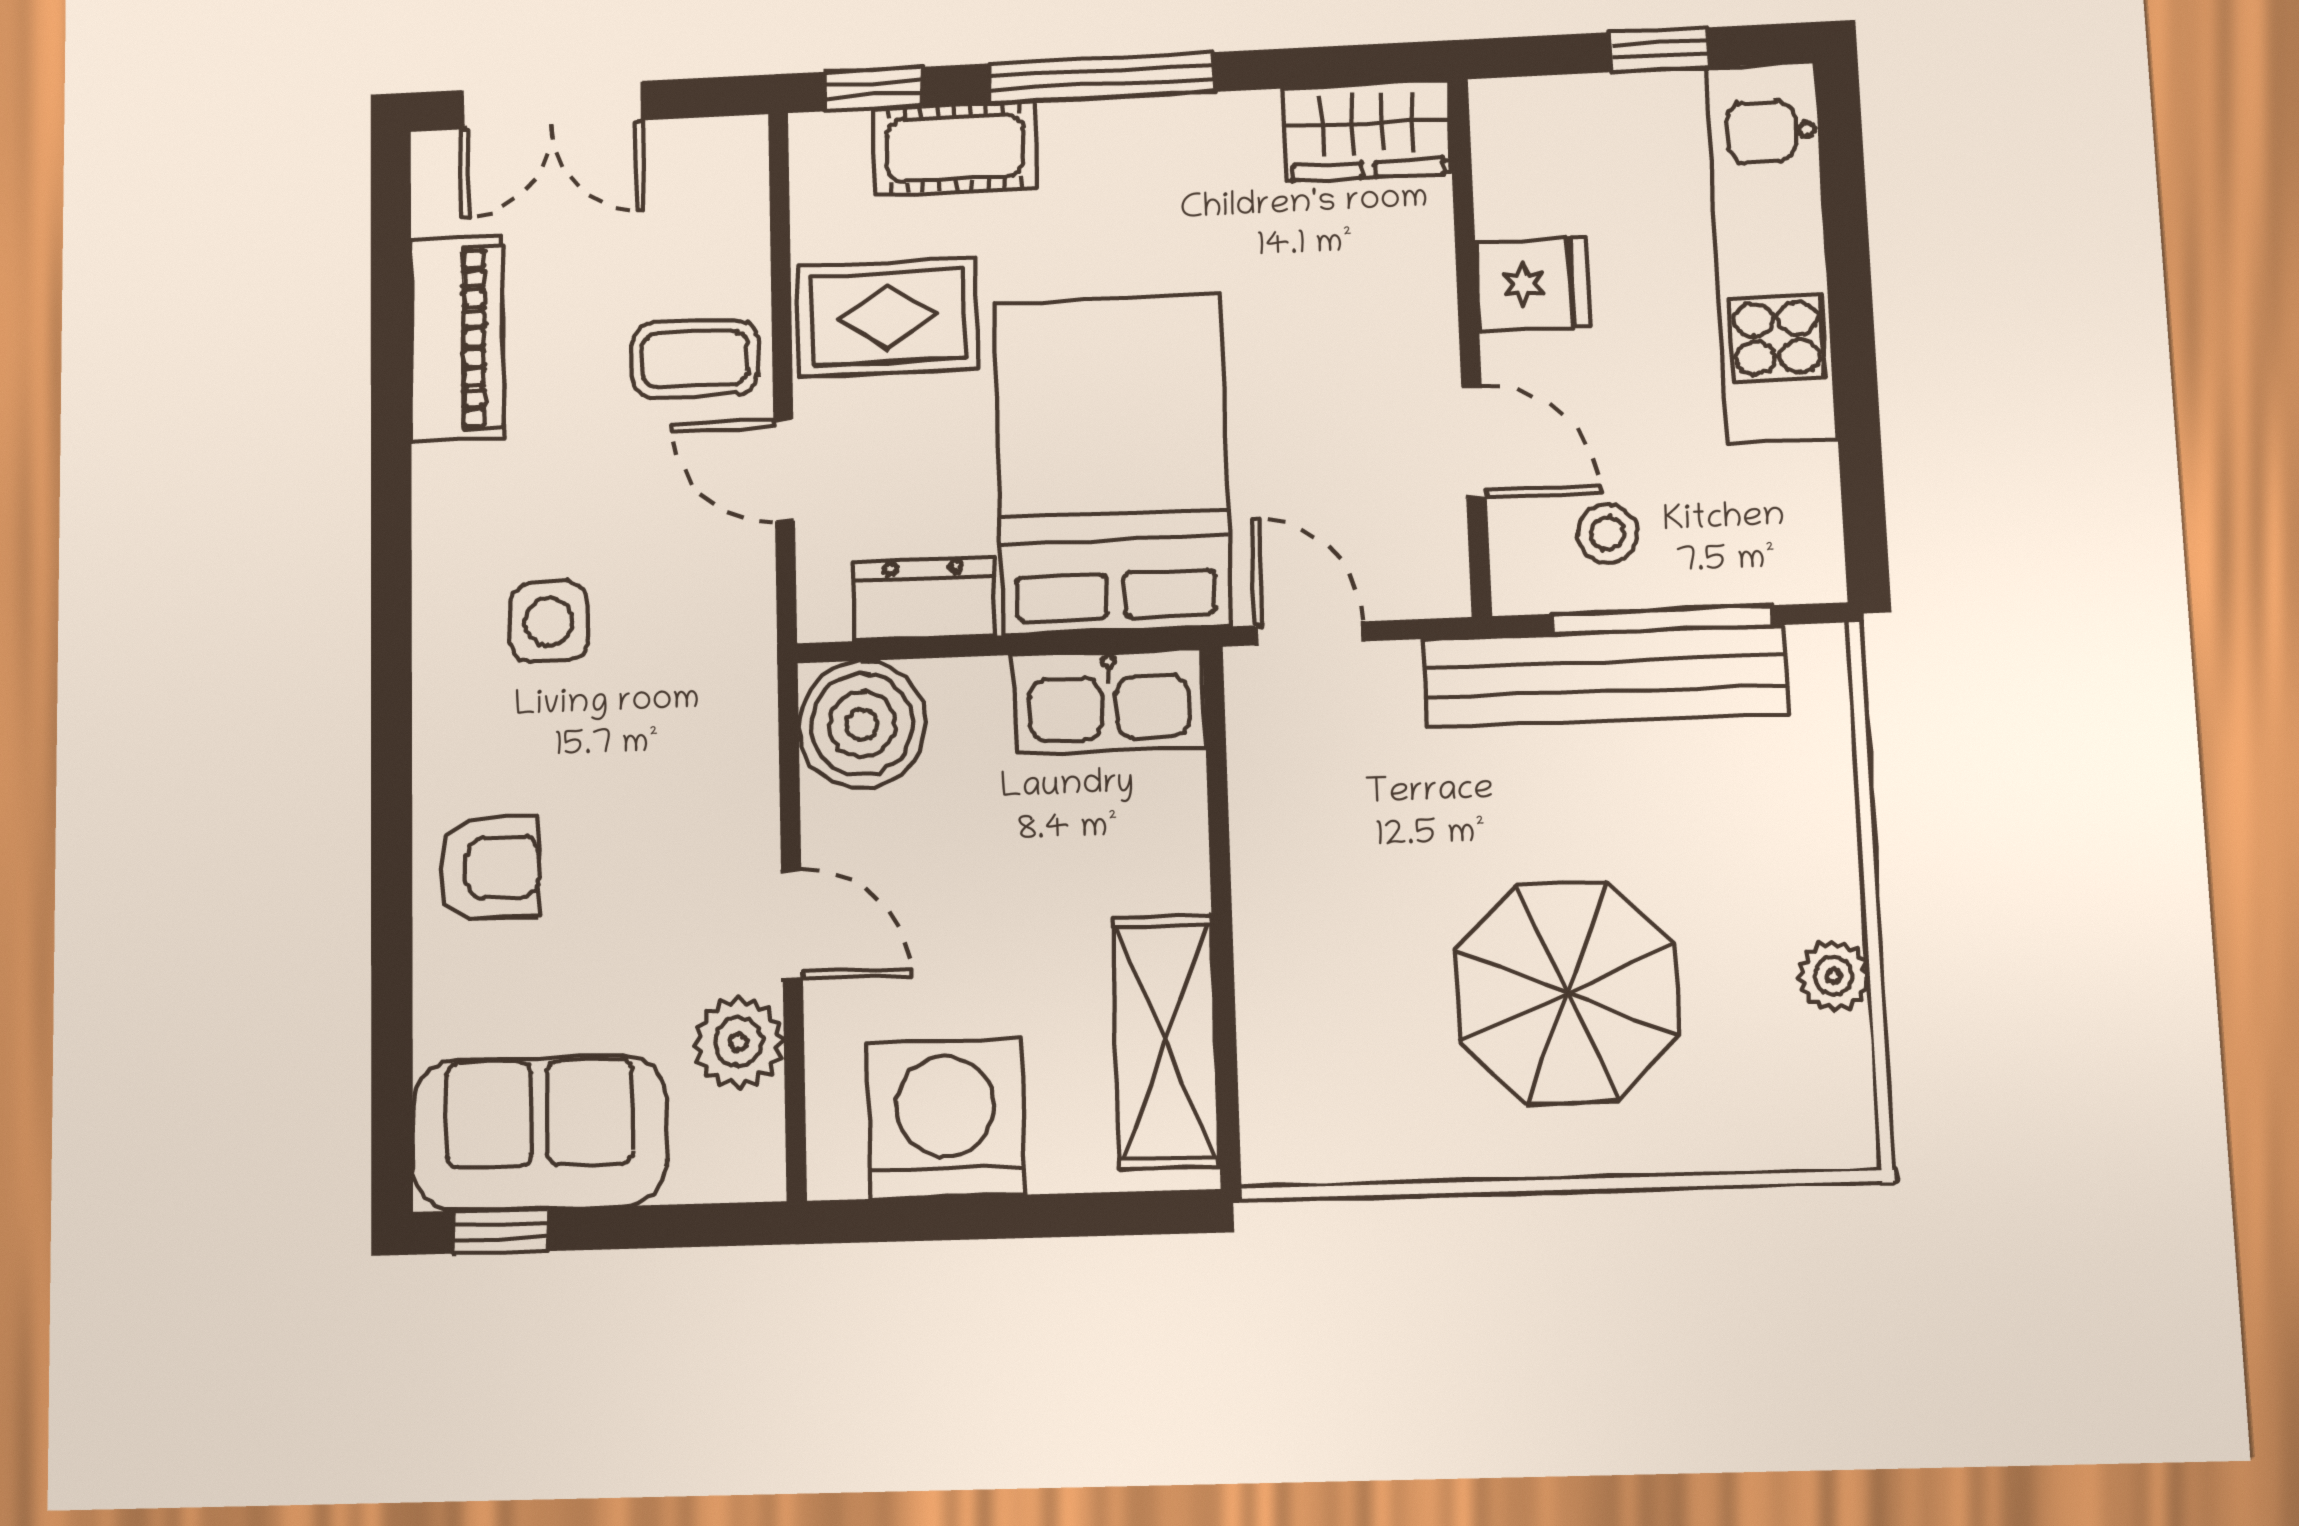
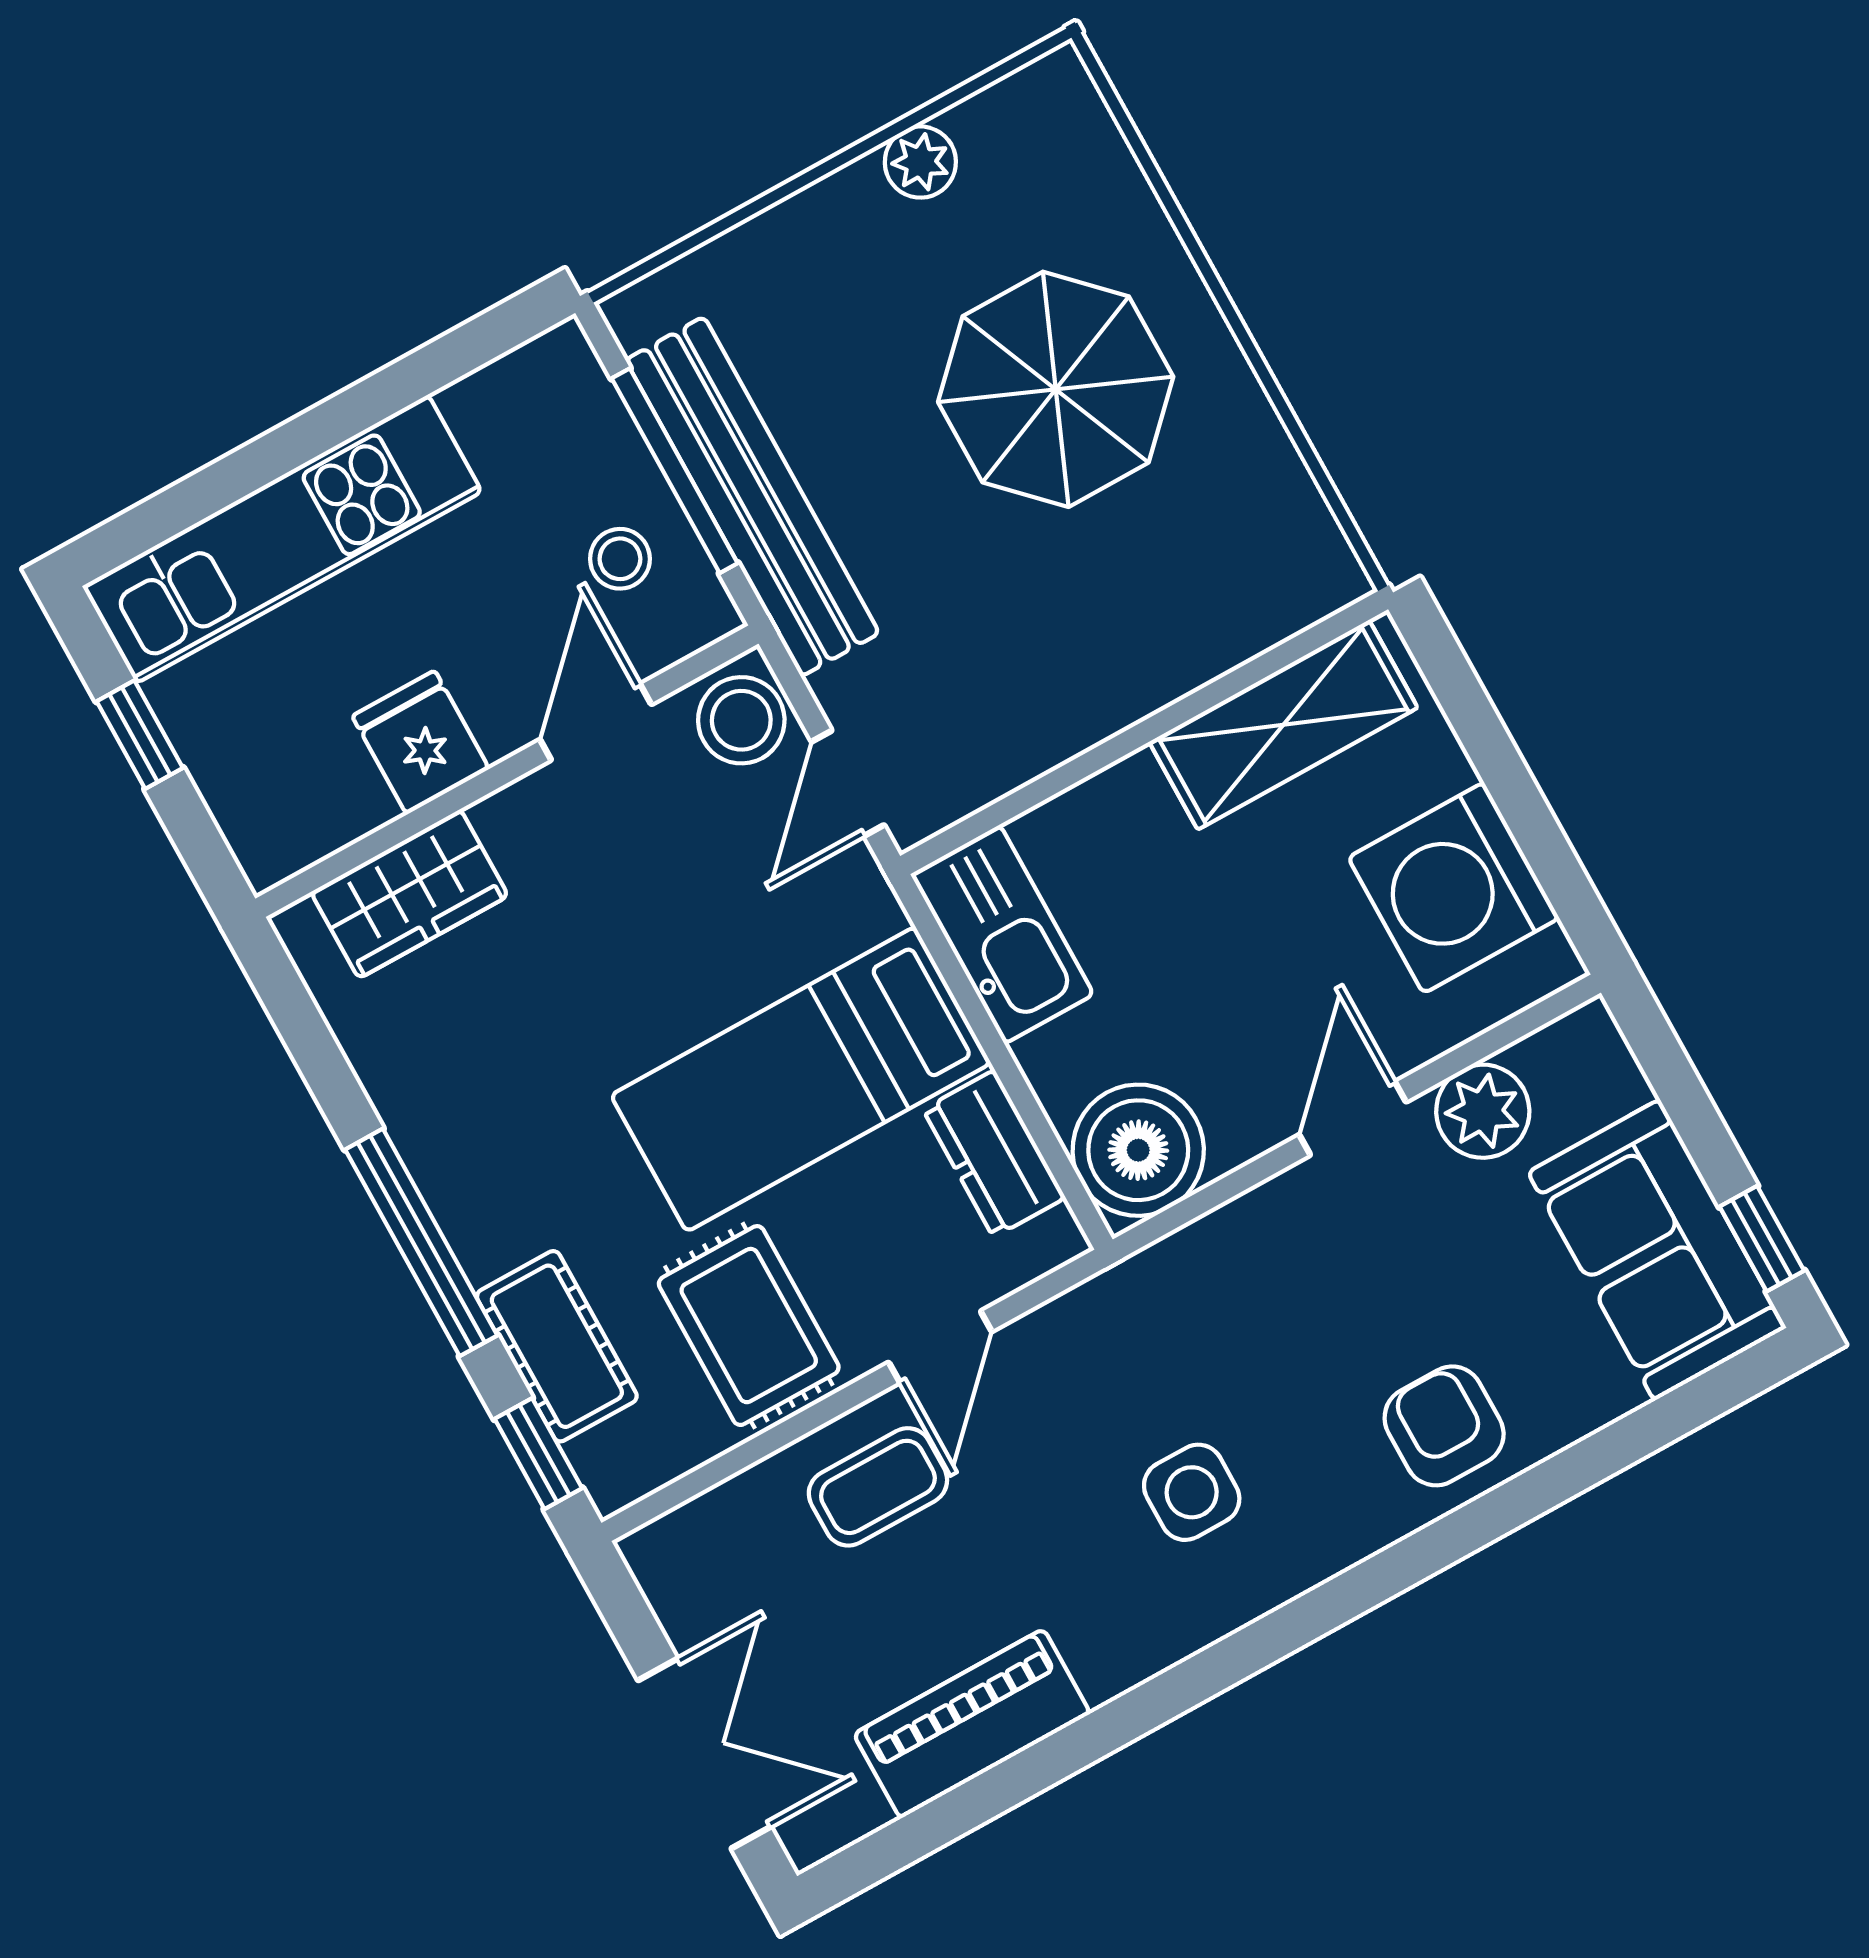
wardrobe: (1367, 131) -> (410, 894), moved, turned 90
coffee table: (695, 359) -> (878, 1487), turned 90
bed: (1112, 464) -> (801, 1079), width x0.67
stool: (1412, 569) -> (741, 720), added

